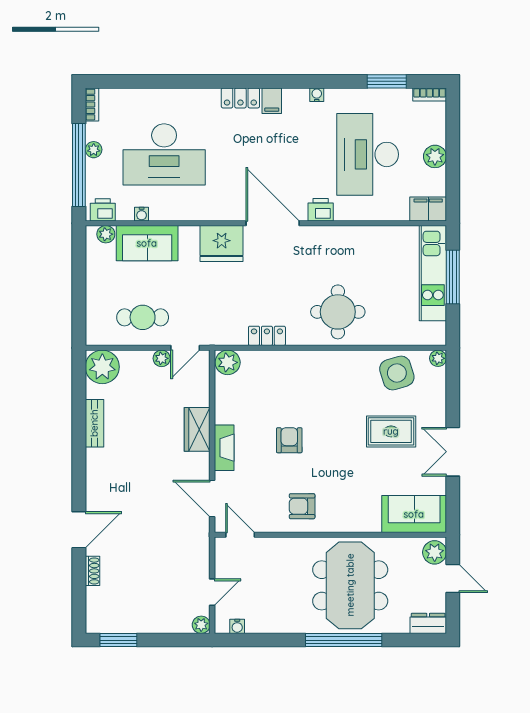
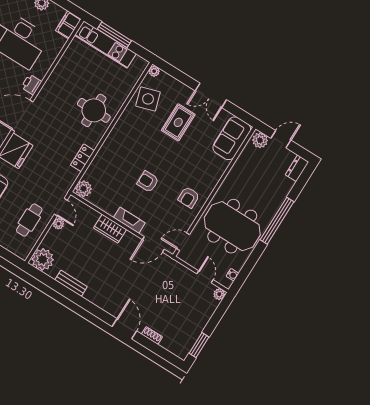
meeting table: (350, 585) -> (232, 226), moved

